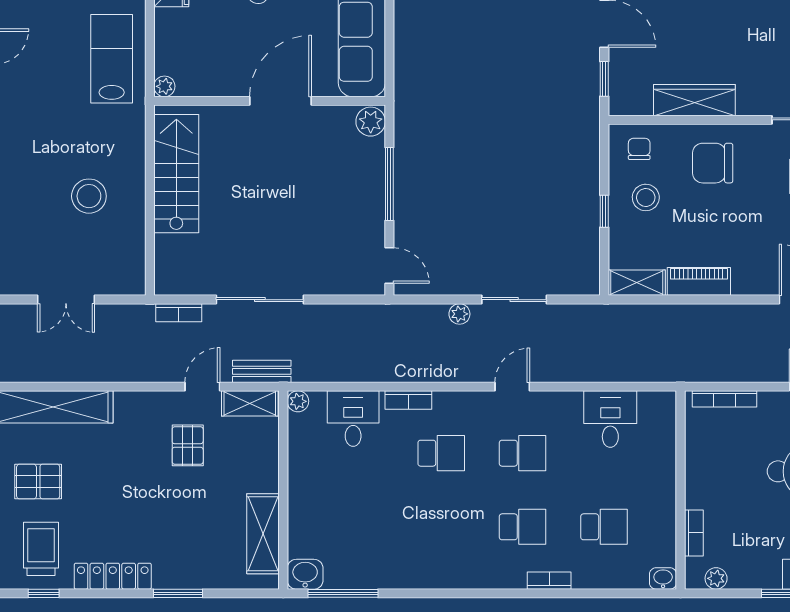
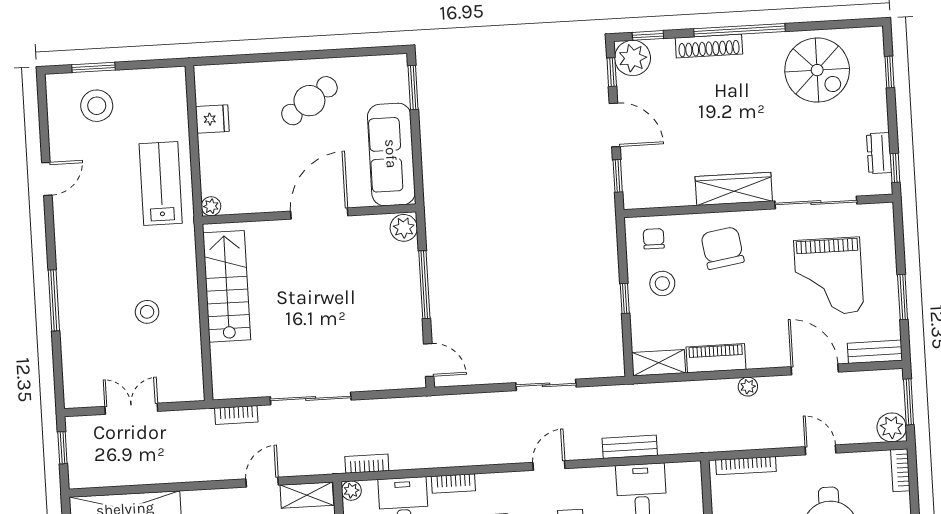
wardrobe: (694, 100) -> (734, 189), moved
chair: (713, 163) -> (722, 248), turned 81
stool: (89, 196) -> (147, 312), width x0.73, depth x0.73
double door: (66, 300) -> (131, 409), swing flipped
plant: (459, 314) -> (748, 387), moved
bench: (262, 371) -> (630, 447), moved
bookcase: (316, 373) -> (367, 464), added

